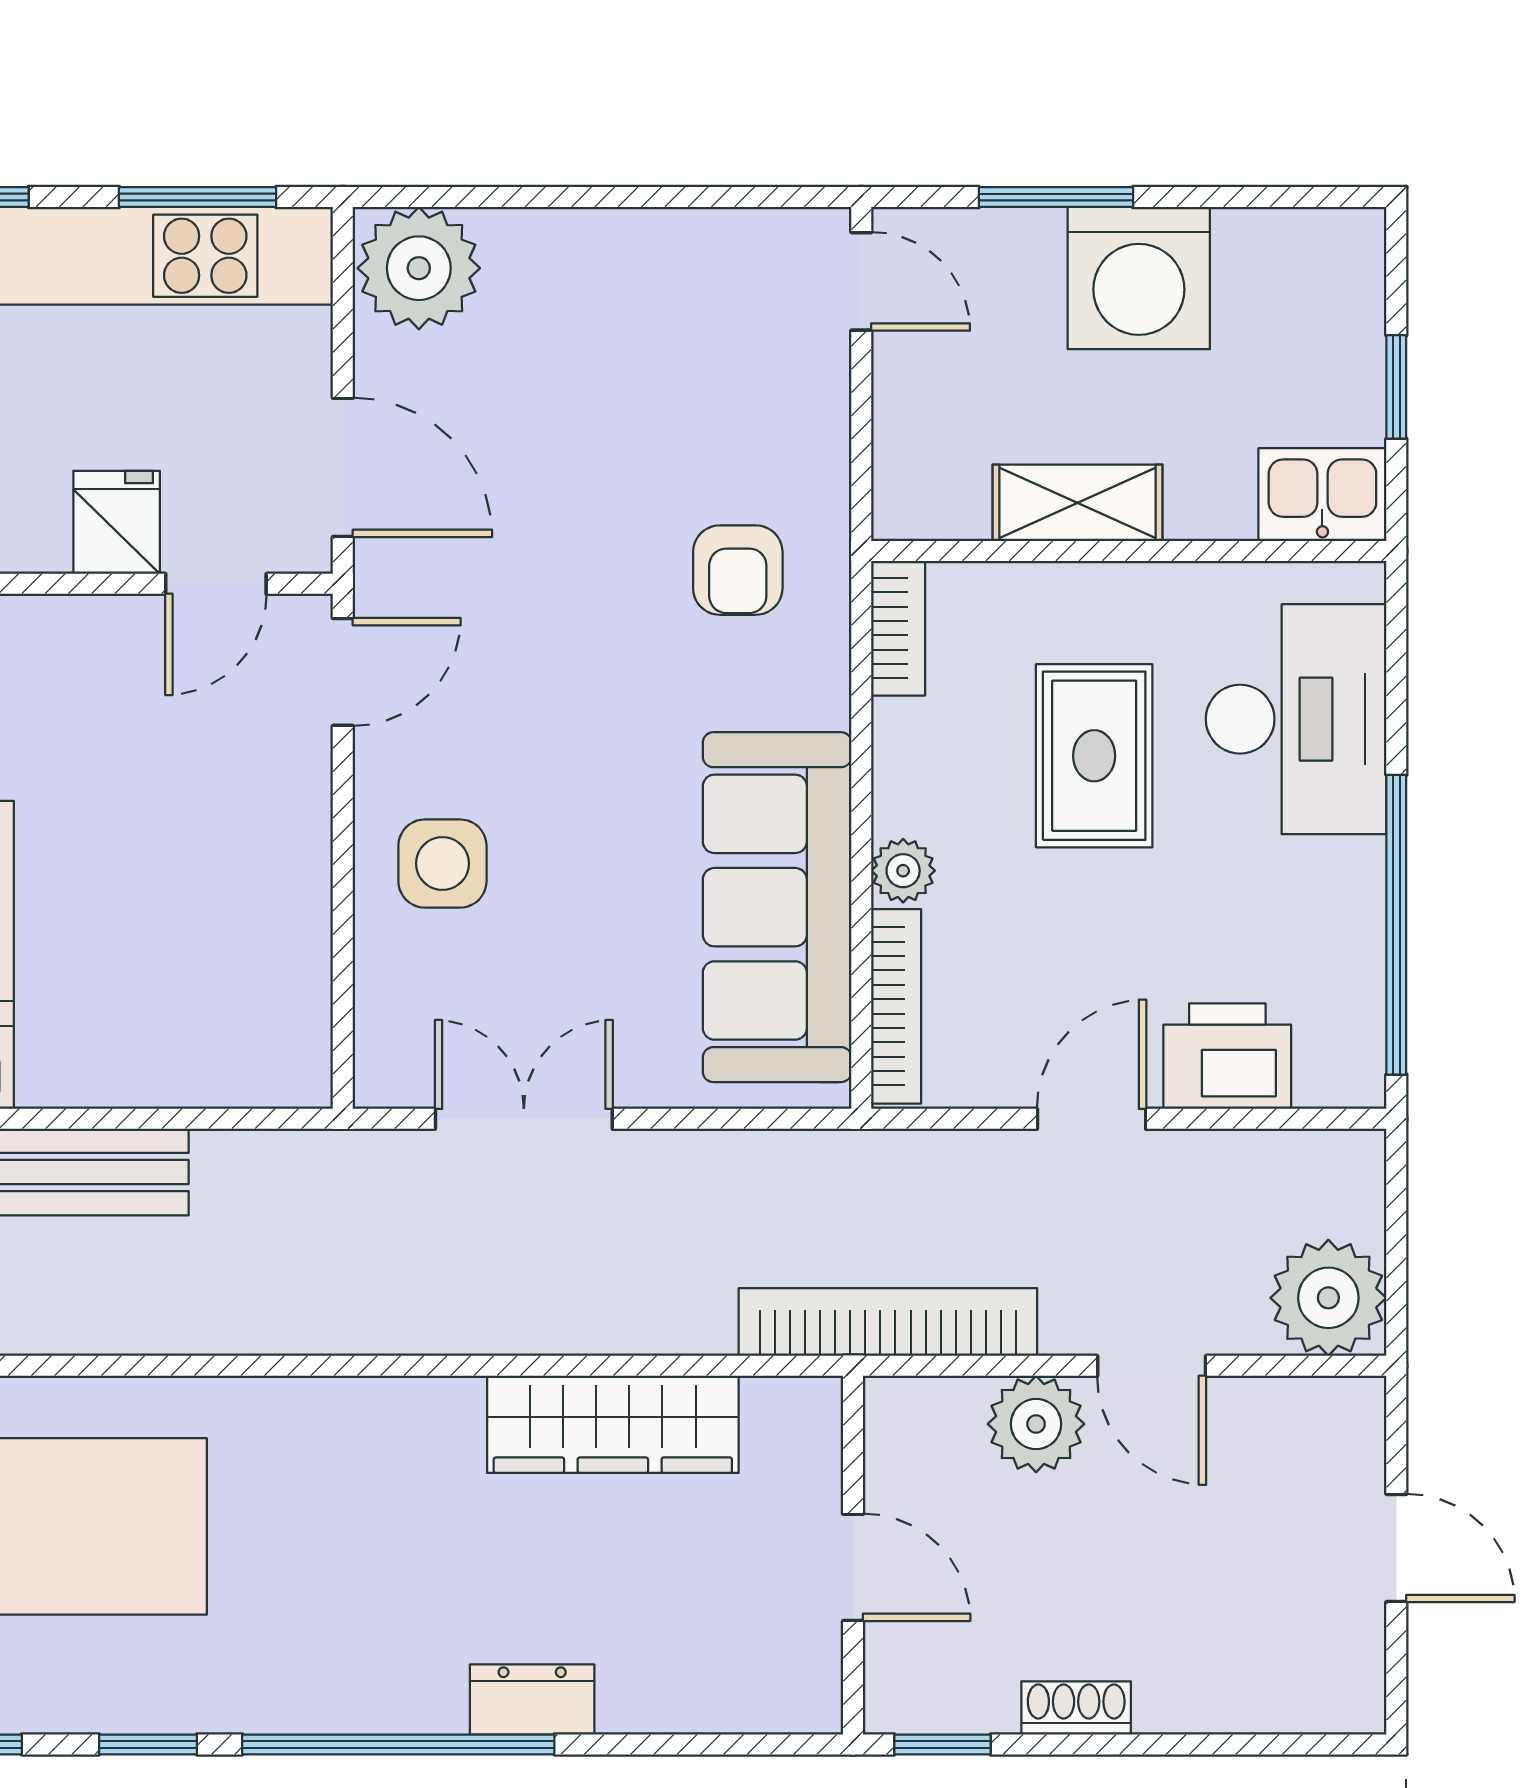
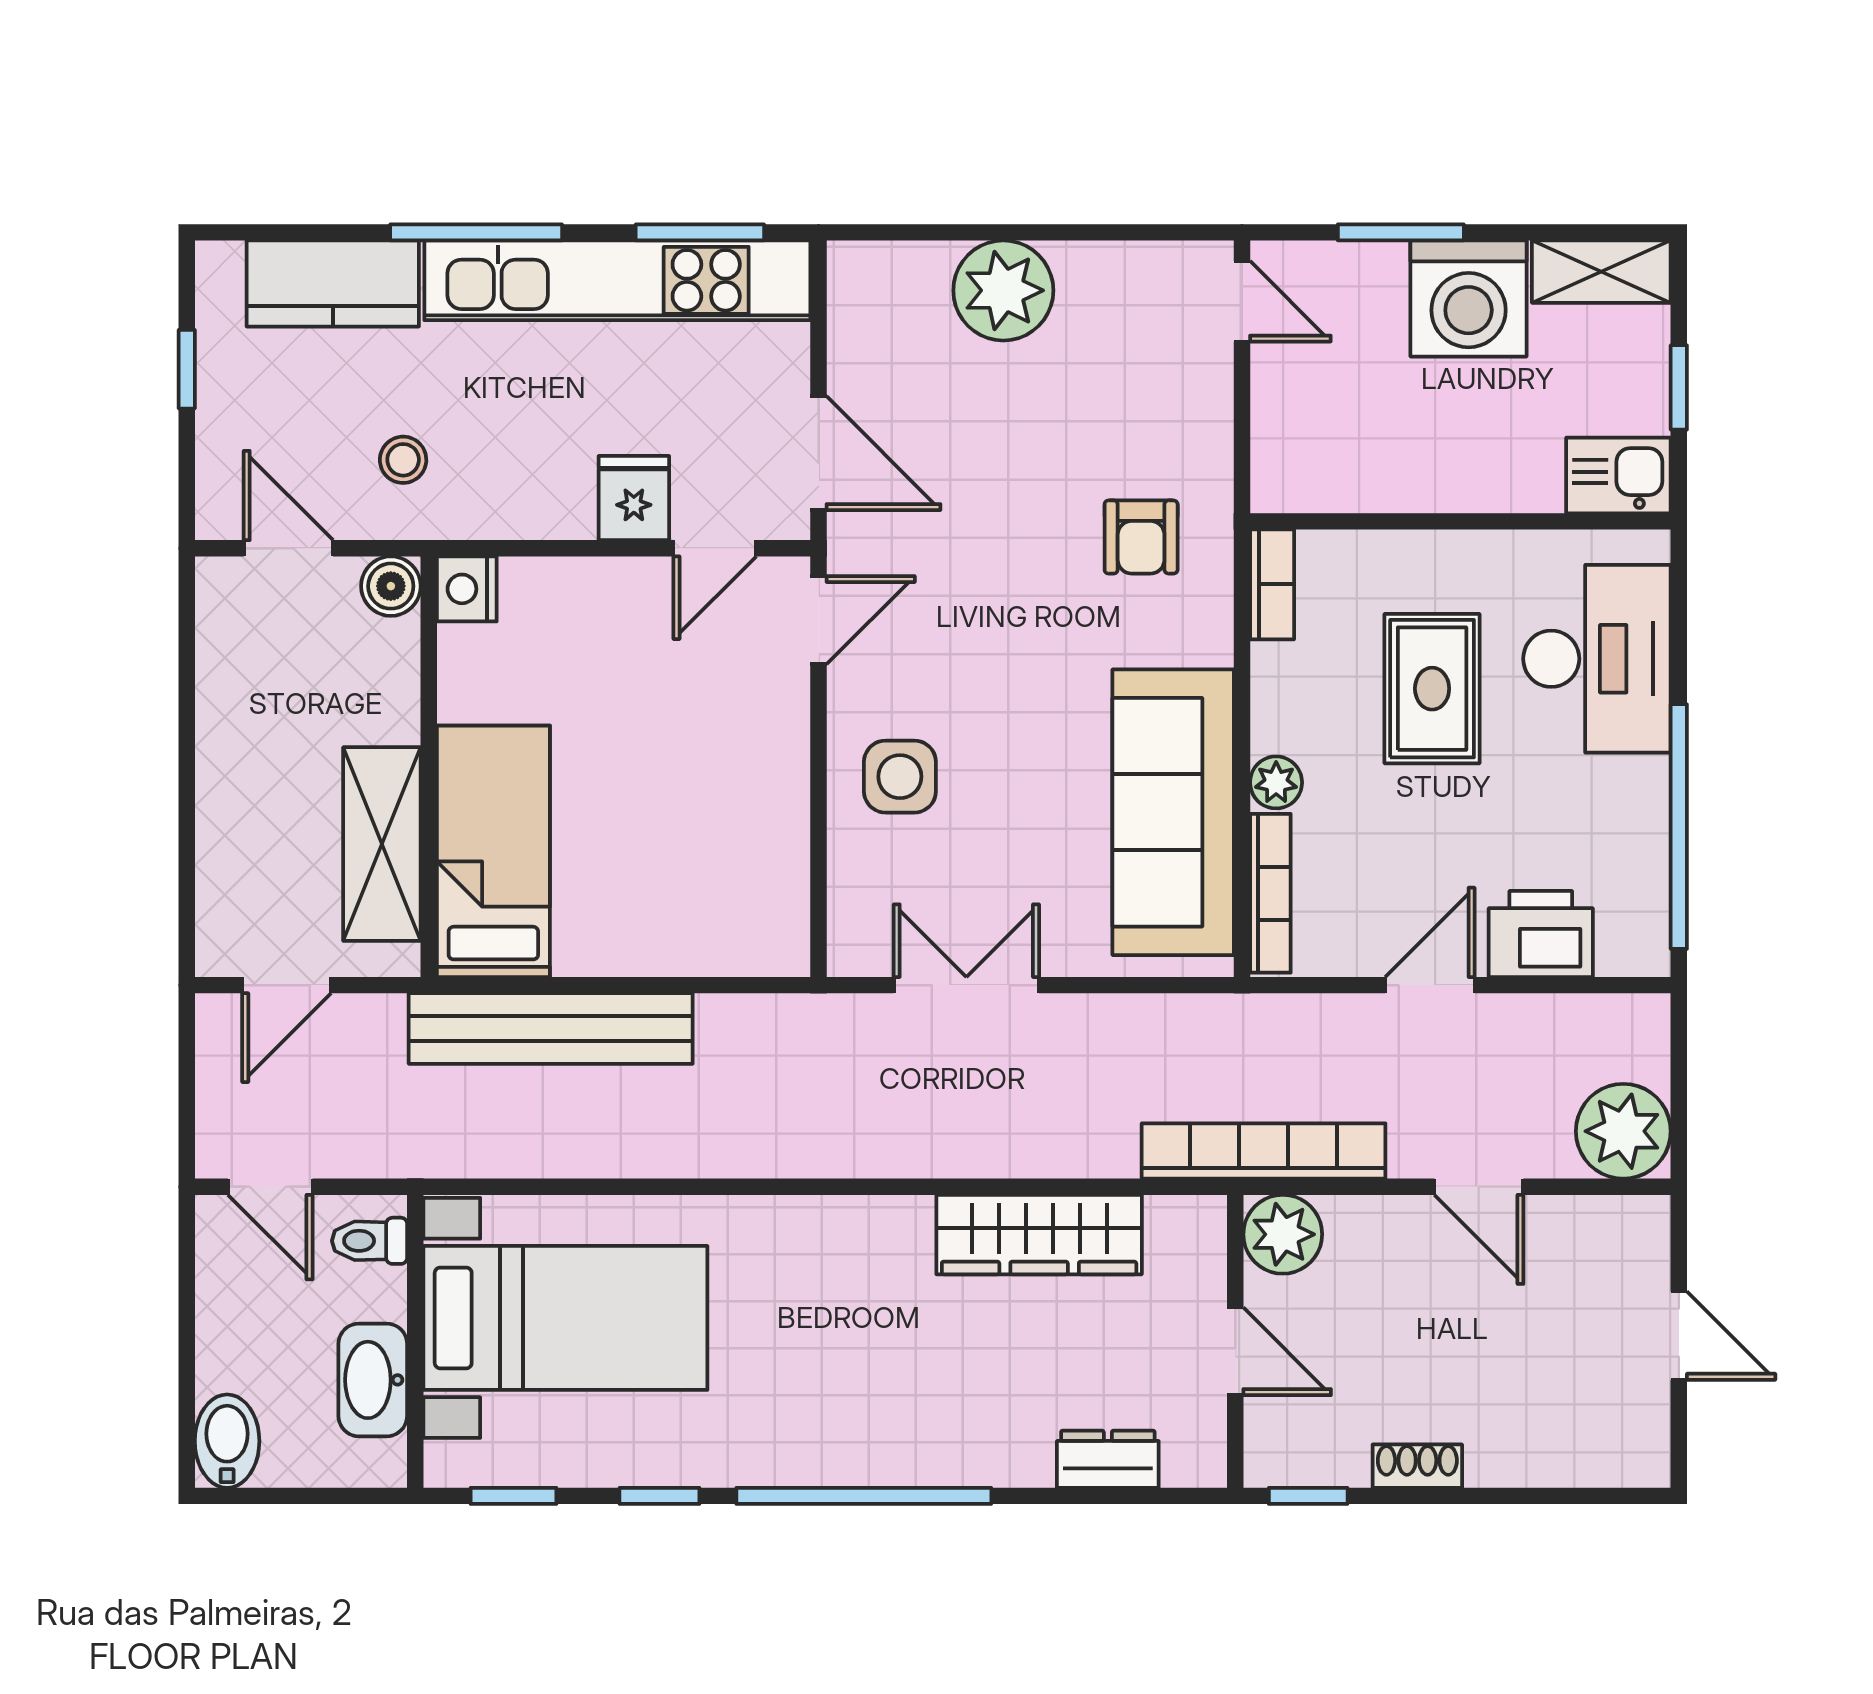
plant: (419, 268) -> (1003, 290), moved
shelving: (1077, 503) -> (1601, 272), moved
plant: (1036, 1424) -> (1283, 1234), moved
dresser: (532, 1699) -> (1108, 1459), moved

